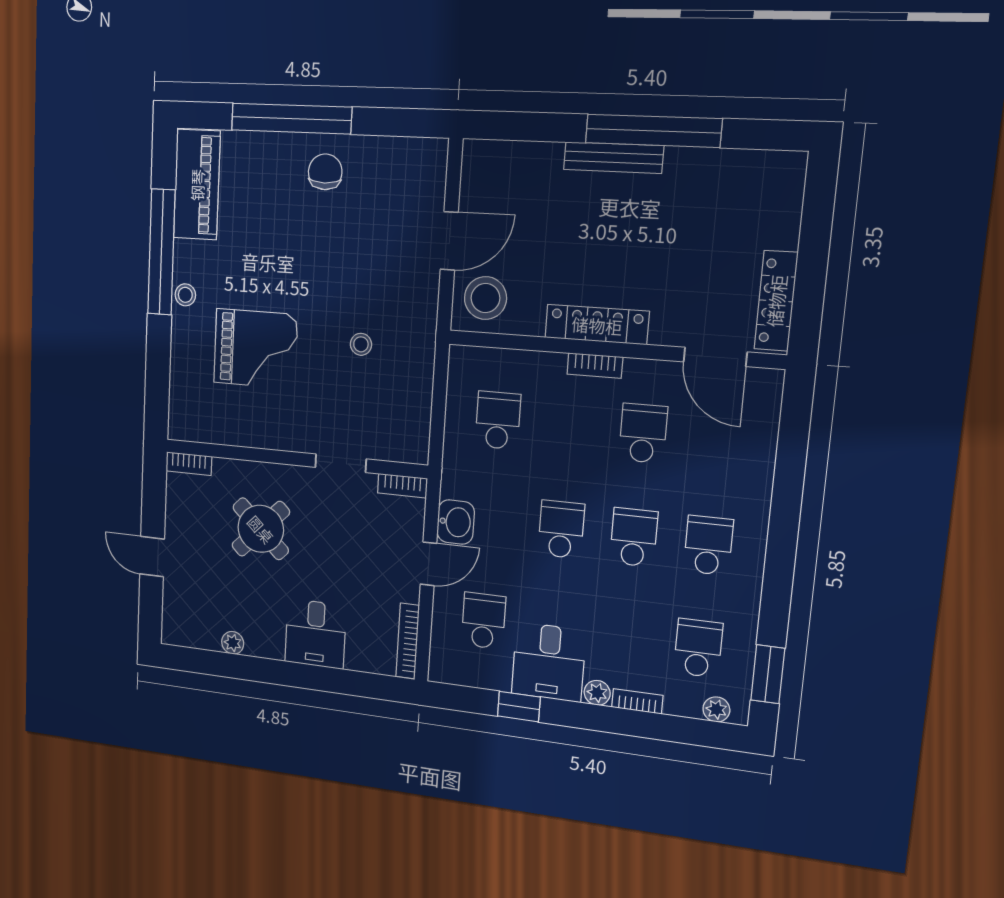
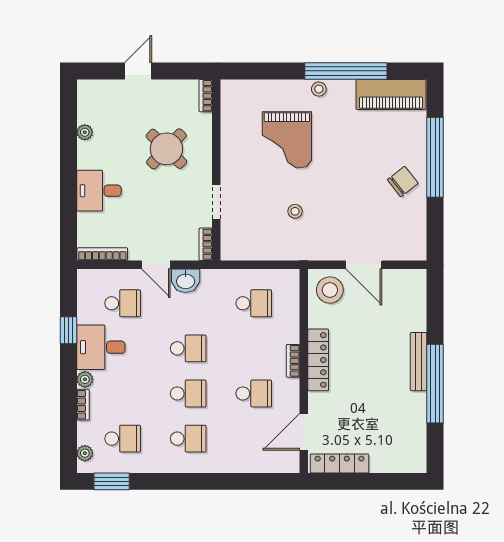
chair: (325, 172) -> (403, 182), turned -38

